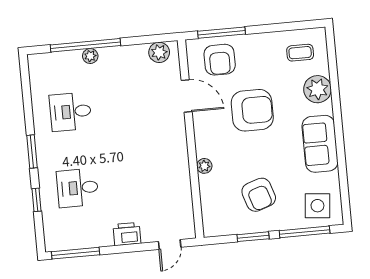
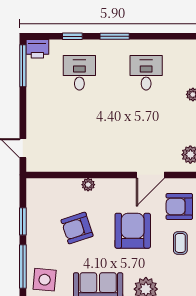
coffee table: (300, 53) -> (180, 243), moved
armchair: (252, 110) -> (133, 231), turned 180
armchair: (259, 195) -> (77, 228), moved
printer: (127, 234) -> (37, 49), moved, turned 90

